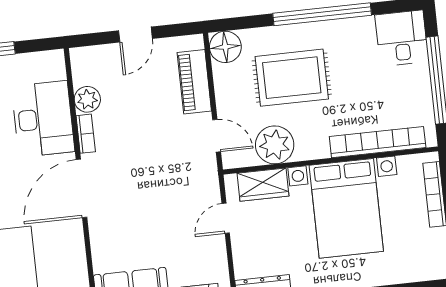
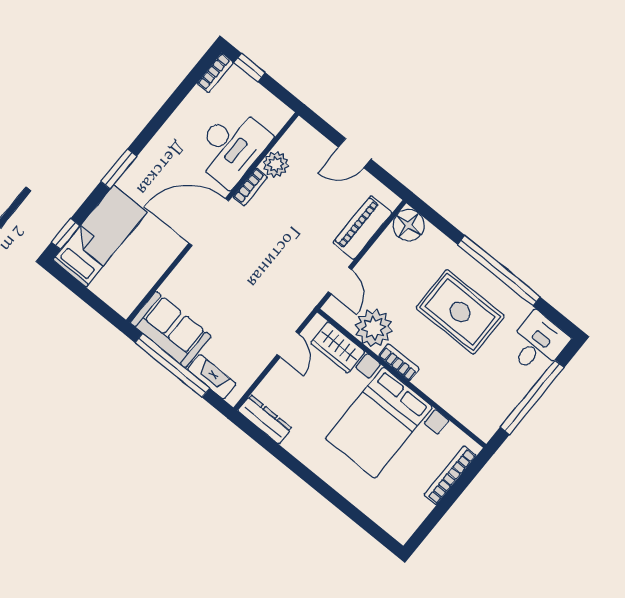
rug: (292, 78) -> (460, 312), moved
bookcase: (378, 142) -> (399, 362), moved, width x0.43, depth x0.76
door: (226, 218) -> (288, 344), swing flipped

